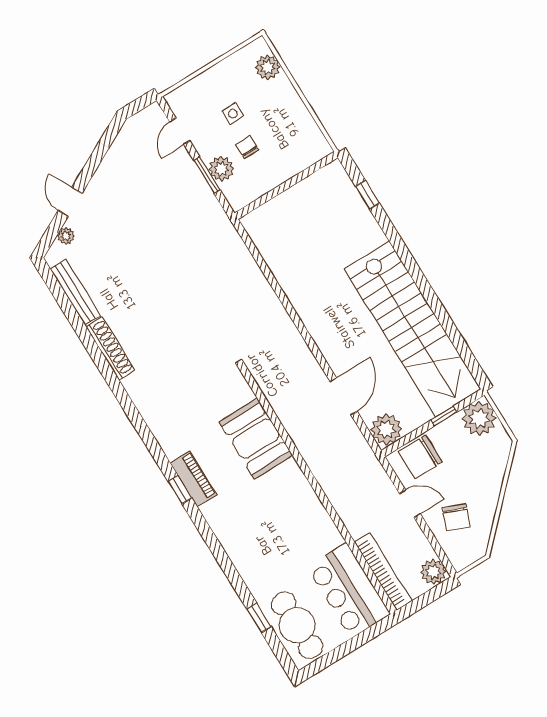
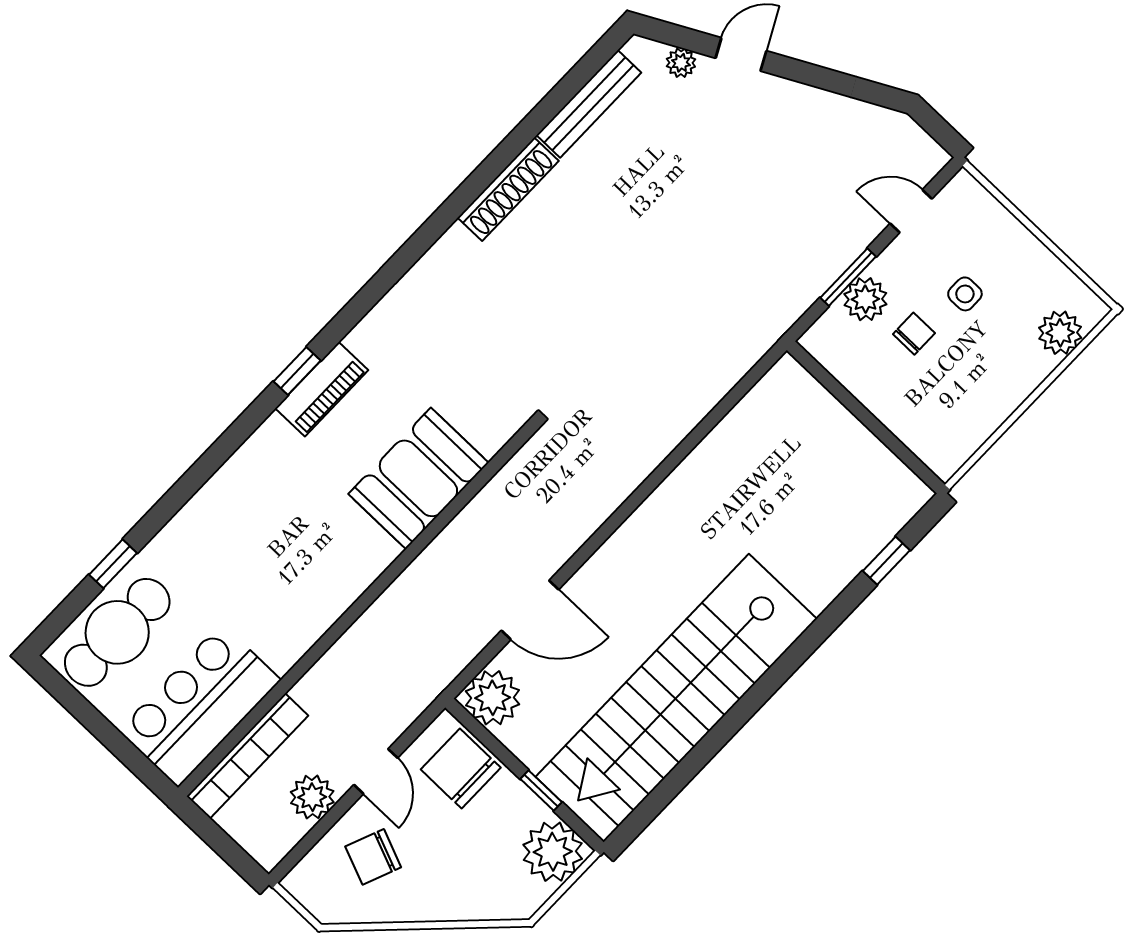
plant: (433, 572) -> (312, 797), moved

